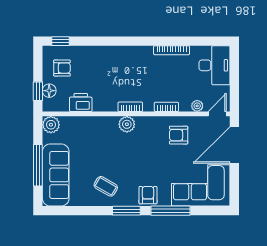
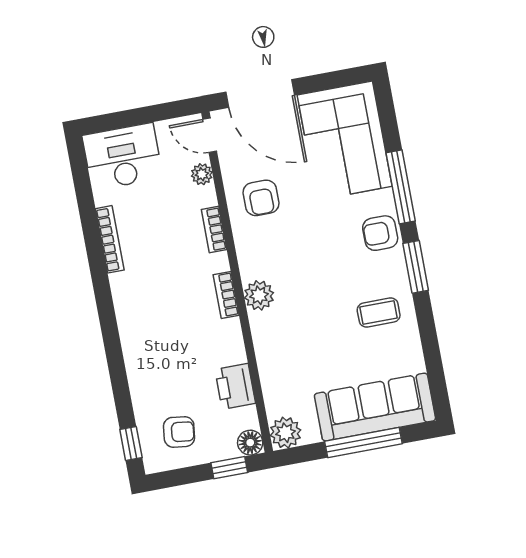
armchair: (62, 68) -> (179, 432), turned 97
floor lamp: (49, 91) -> (250, 443), moved
coffee table: (106, 186) -> (379, 312), turned 60

